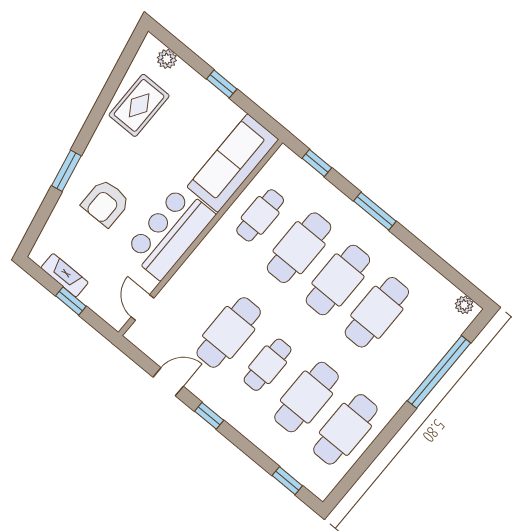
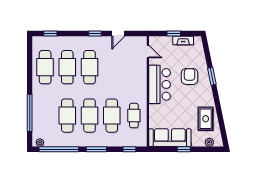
sofa: (233, 163) -> (170, 138), moved, turned -90
window: (441, 266) -> (59, 149), added
cafe table: (229, 332) -> (112, 67), removed
cafe table: (268, 365) -> (89, 67), width x1.37, depth x1.35

